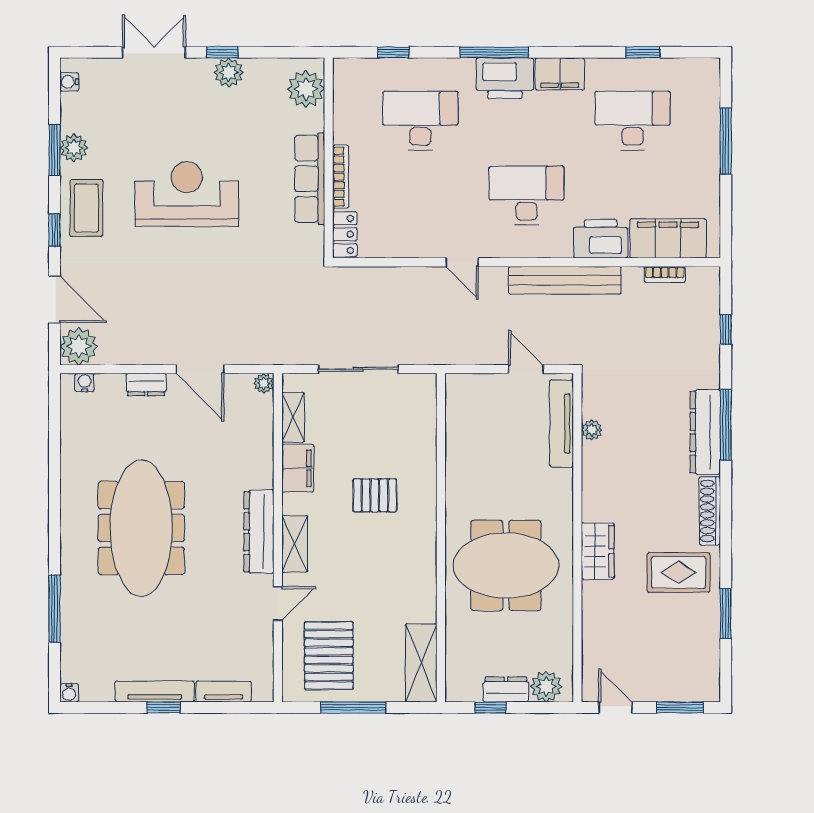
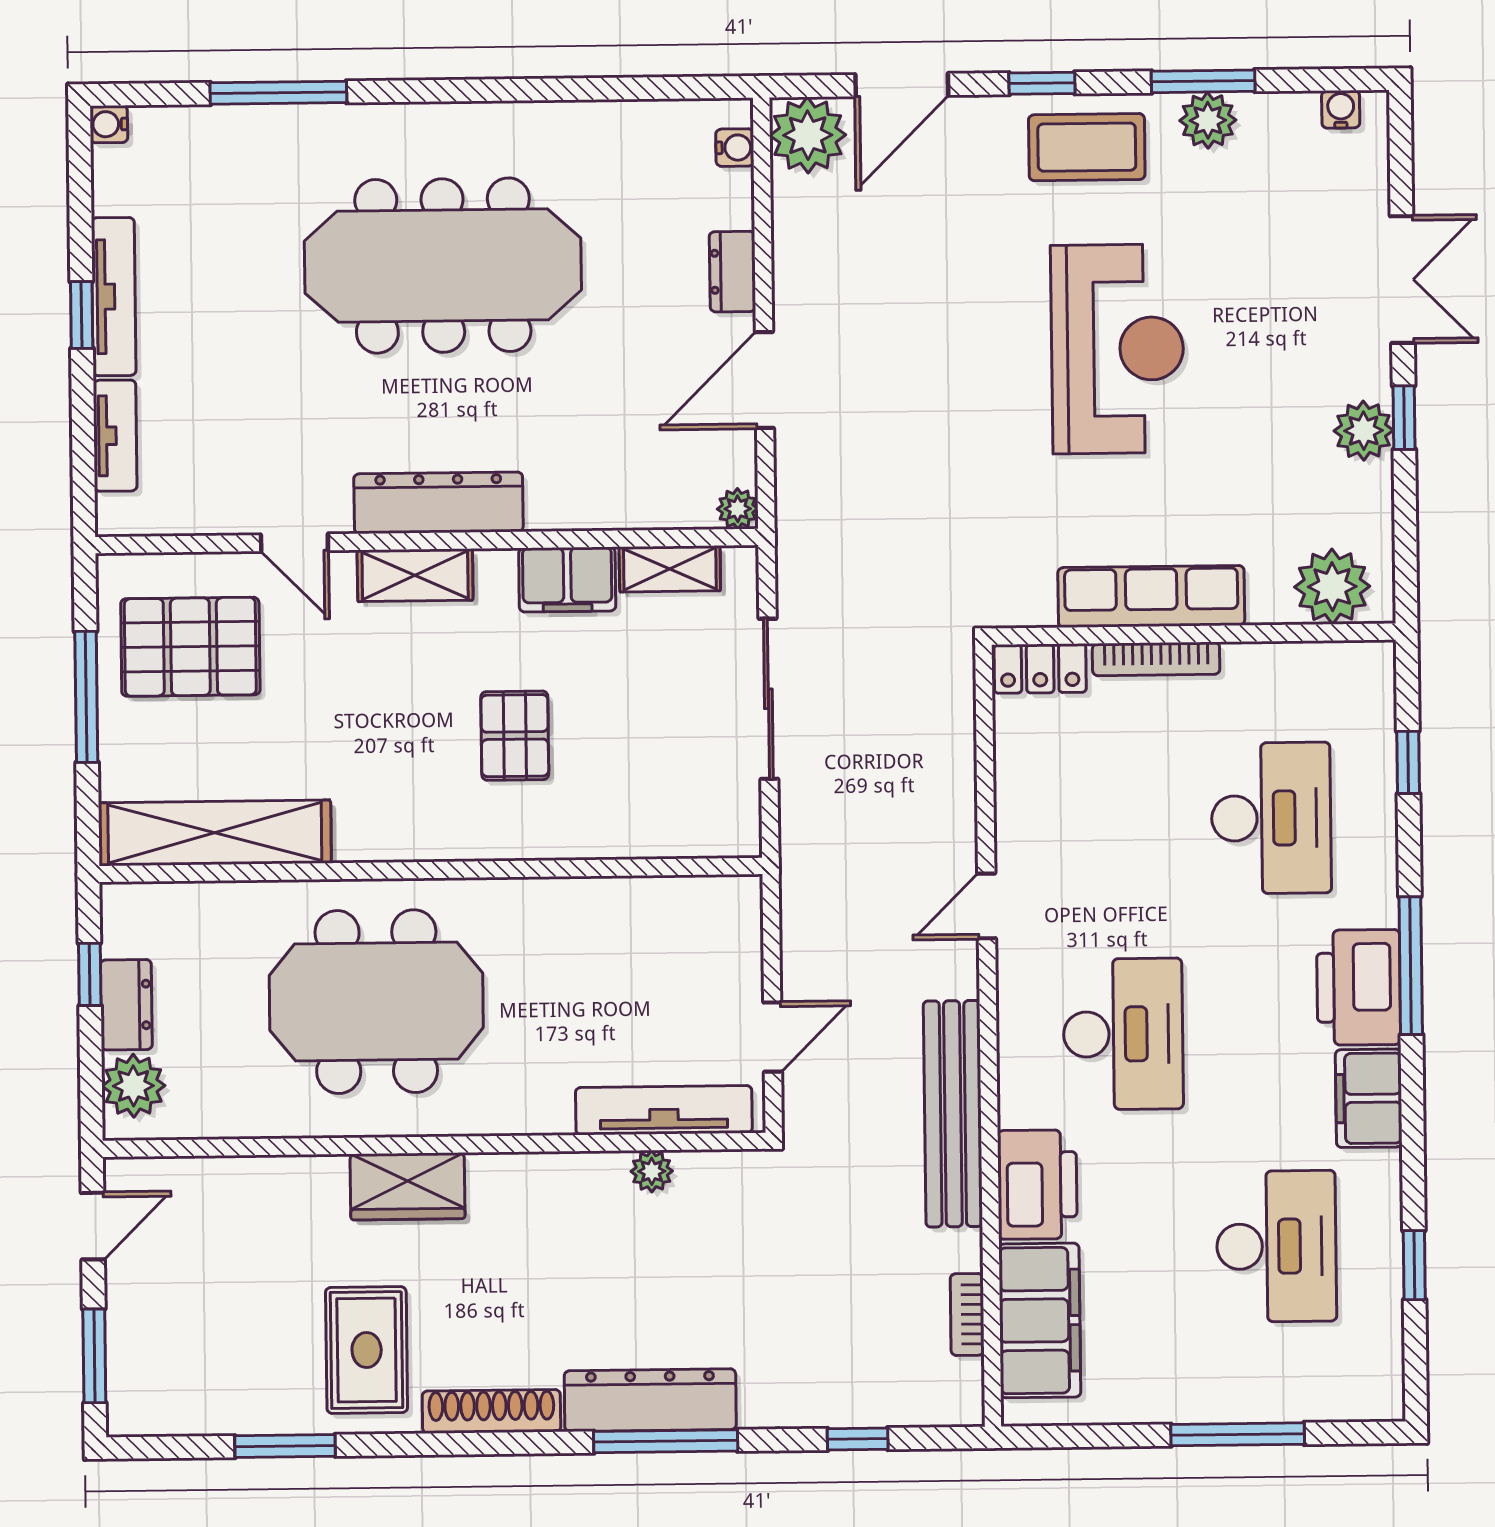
meeting table: (506, 566) -> (376, 1002), turned 90
shelving: (421, 663) -> (215, 833), width x1.47

